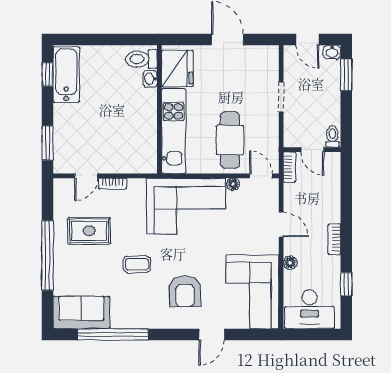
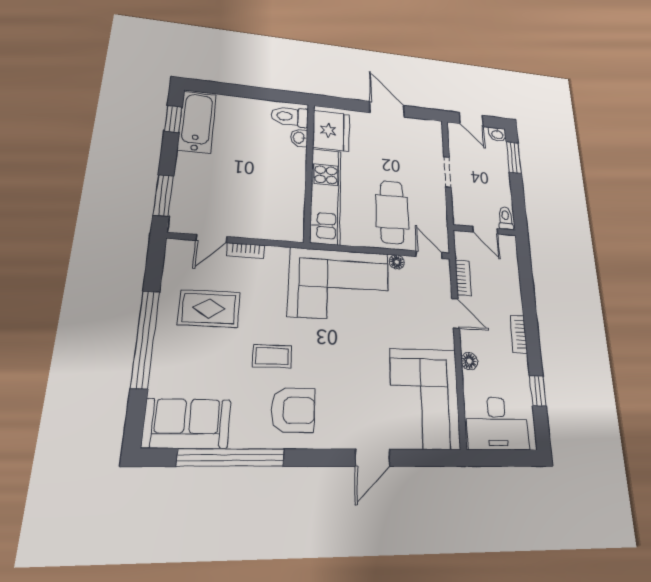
bookcase: (289, 167) -> (463, 278), moved
armchair: (185, 291) -> (293, 410), moved, turned -89

